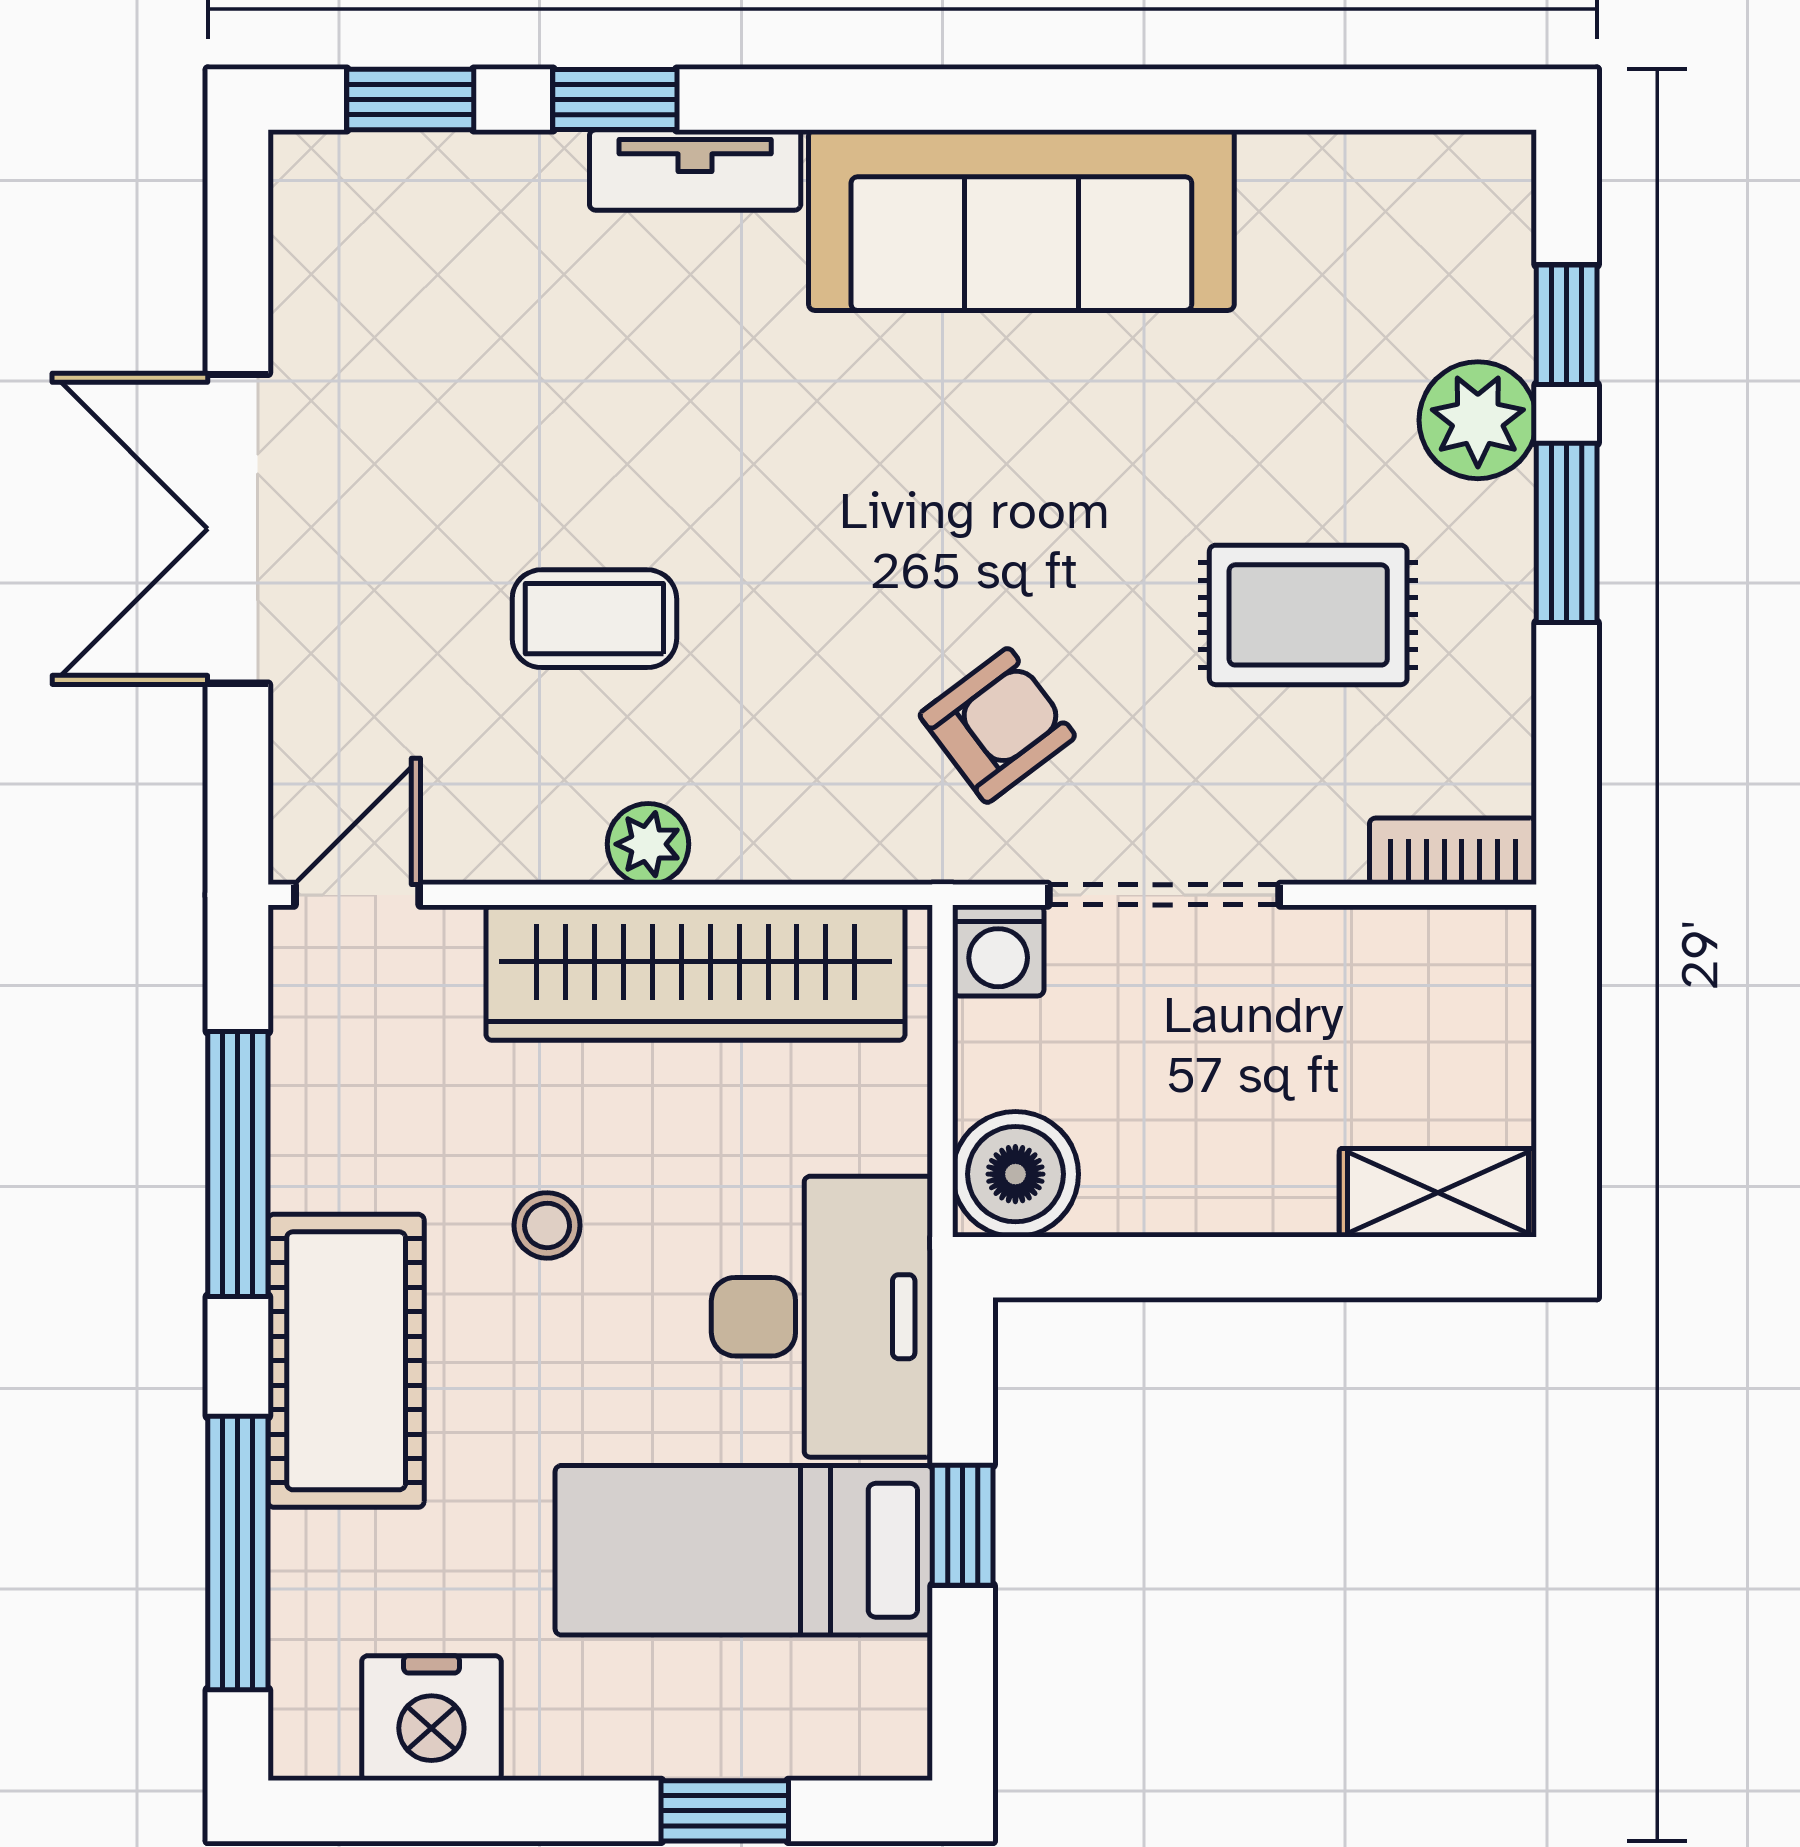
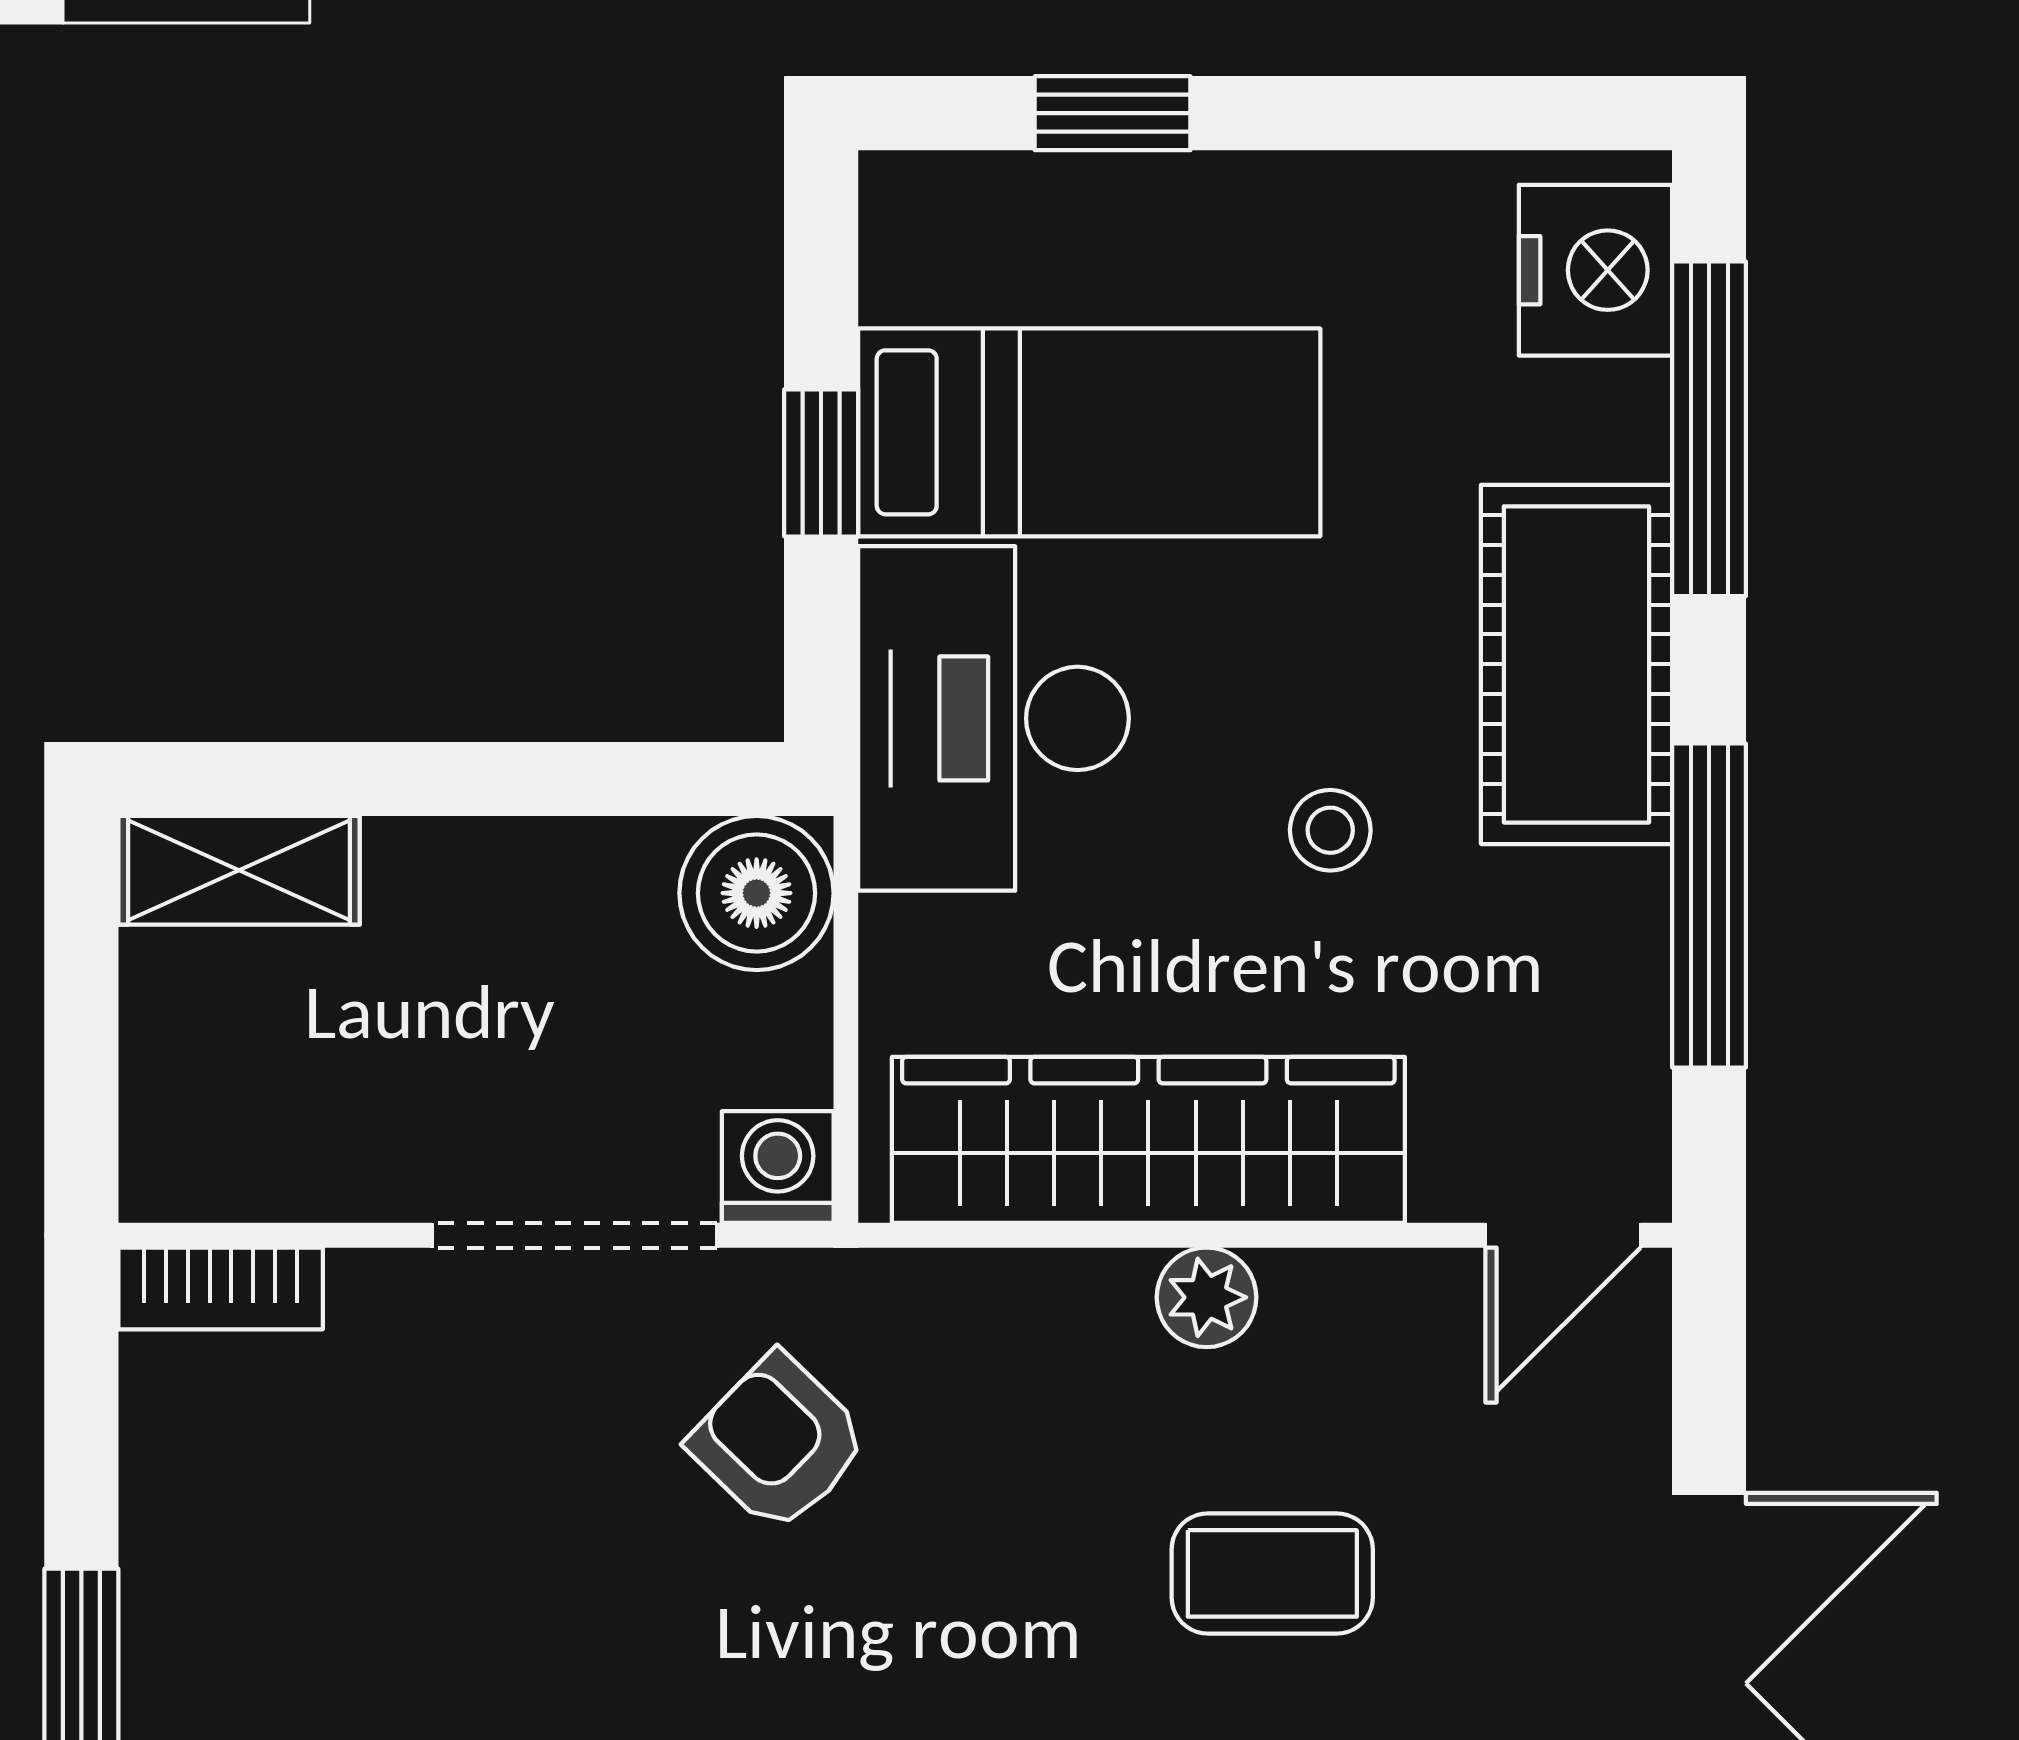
rug: (1308, 615) -> (398, 1578), removed
armchair: (997, 725) -> (779, 1443), turned 81
nightstand: (431, 1718) -> (1595, 270), moved, turned 90

